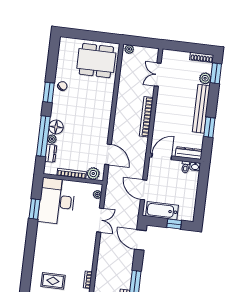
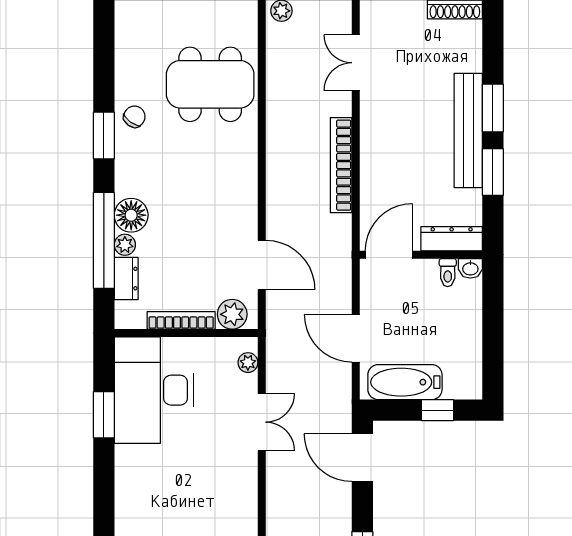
dining table: (96, 61) -> (210, 84), moved
window: (216, 73) -> (493, 108), moved
plant: (205, 78) -> (469, 58), removed

